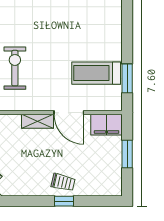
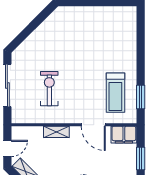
treadmill: (96, 73) -> (115, 93), turned -90
shelving: (38, 121) -> (56, 132), moved

